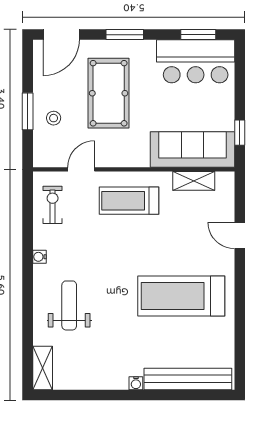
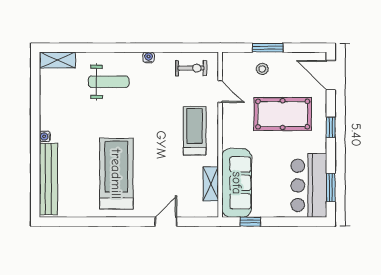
window: (125, 35) -> (331, 127), width x0.67

